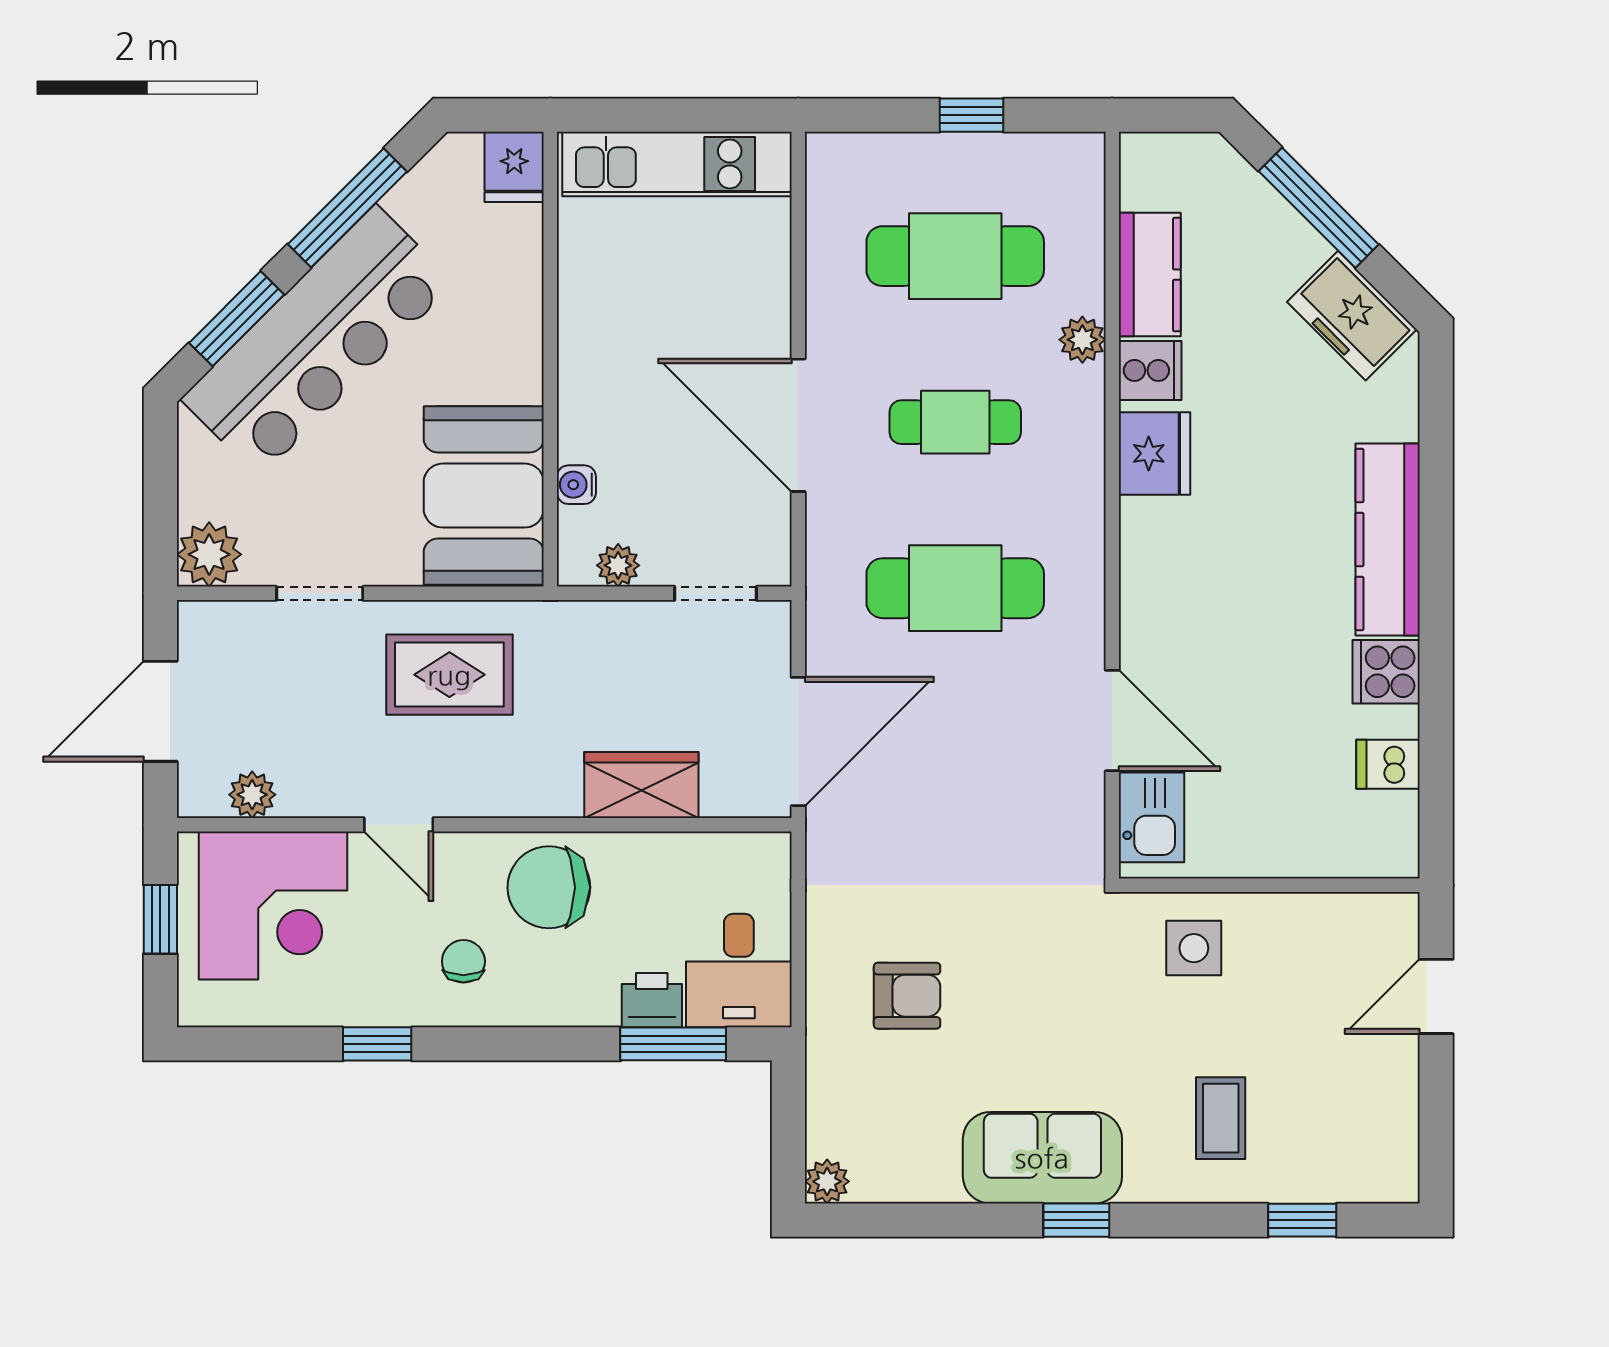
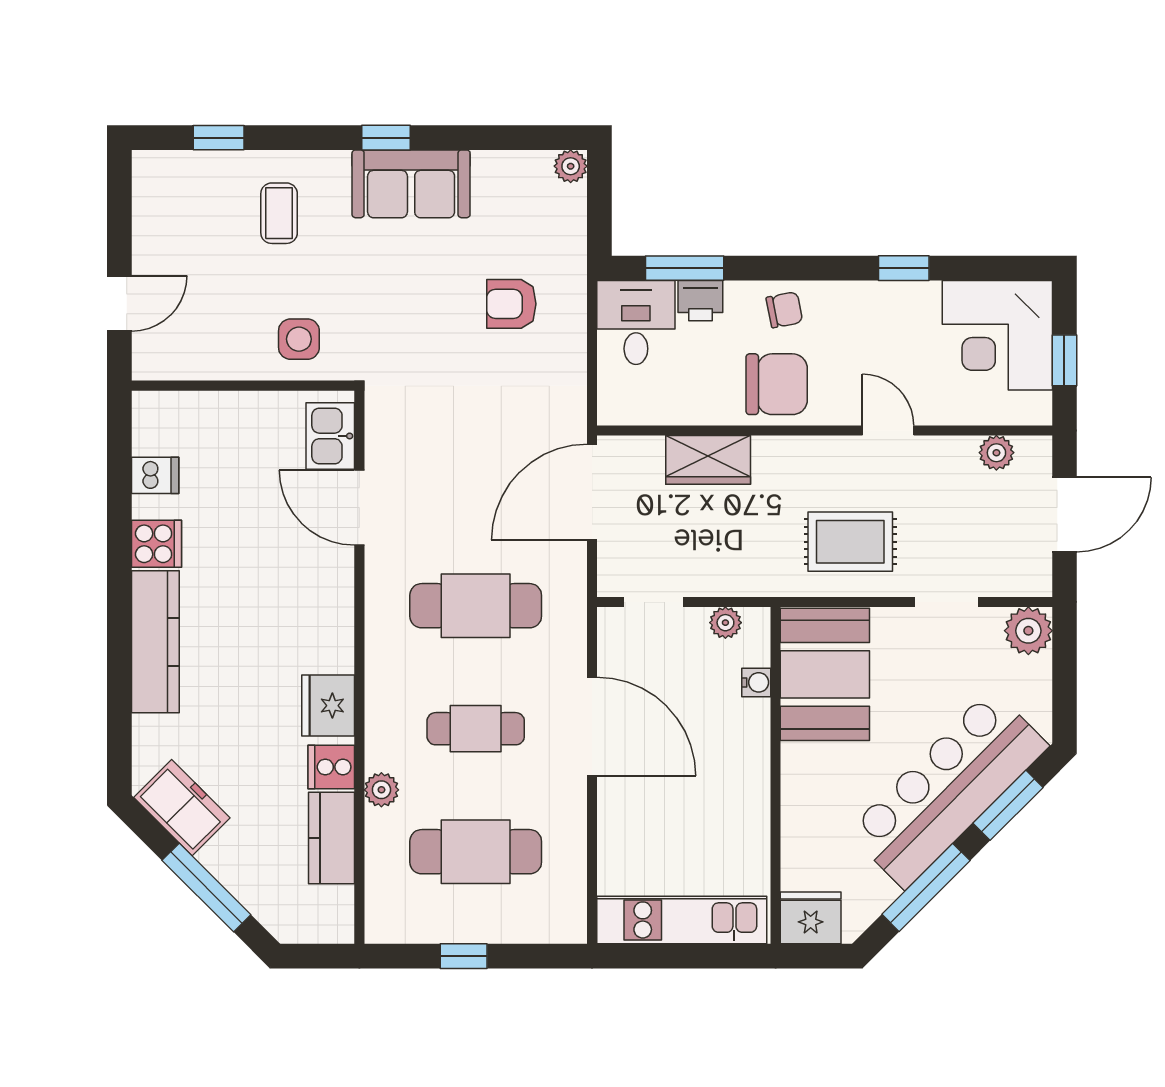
fridge: (514, 167) -> (811, 918), width x1.38
corner desk: (273, 905) -> (997, 335), moved, turned -90
chair: (463, 961) -> (784, 310), moved, turned -101

